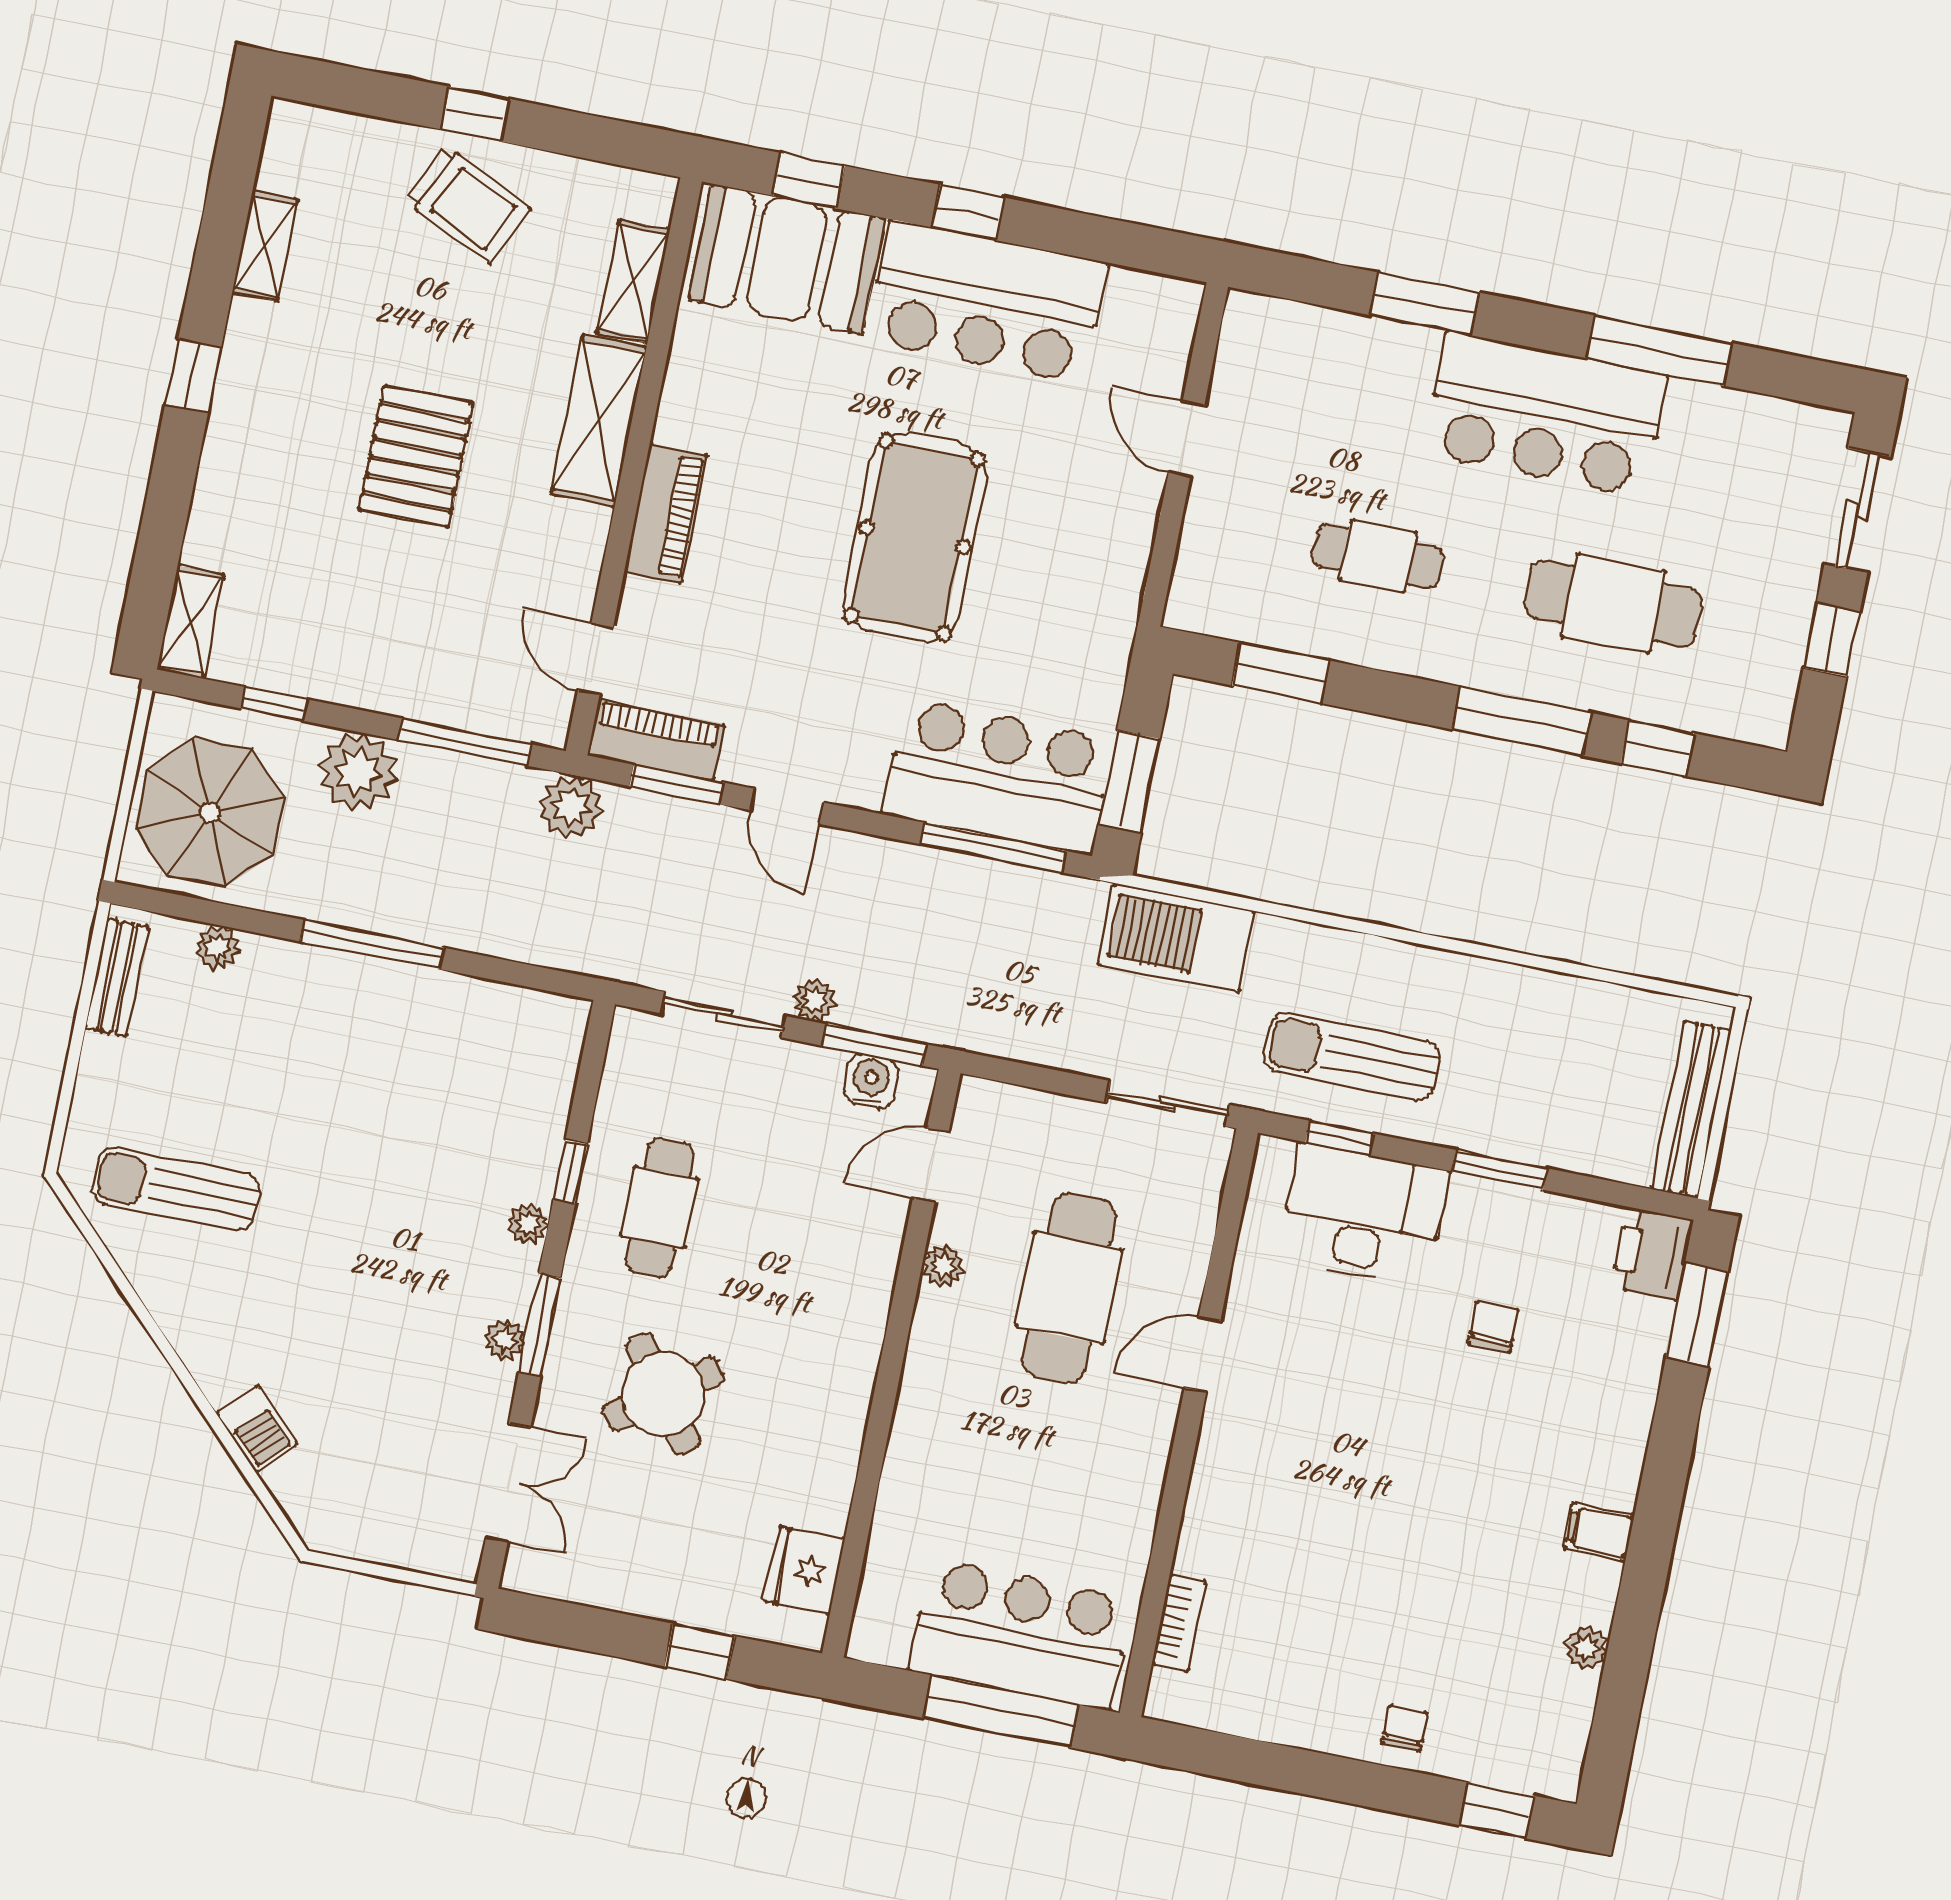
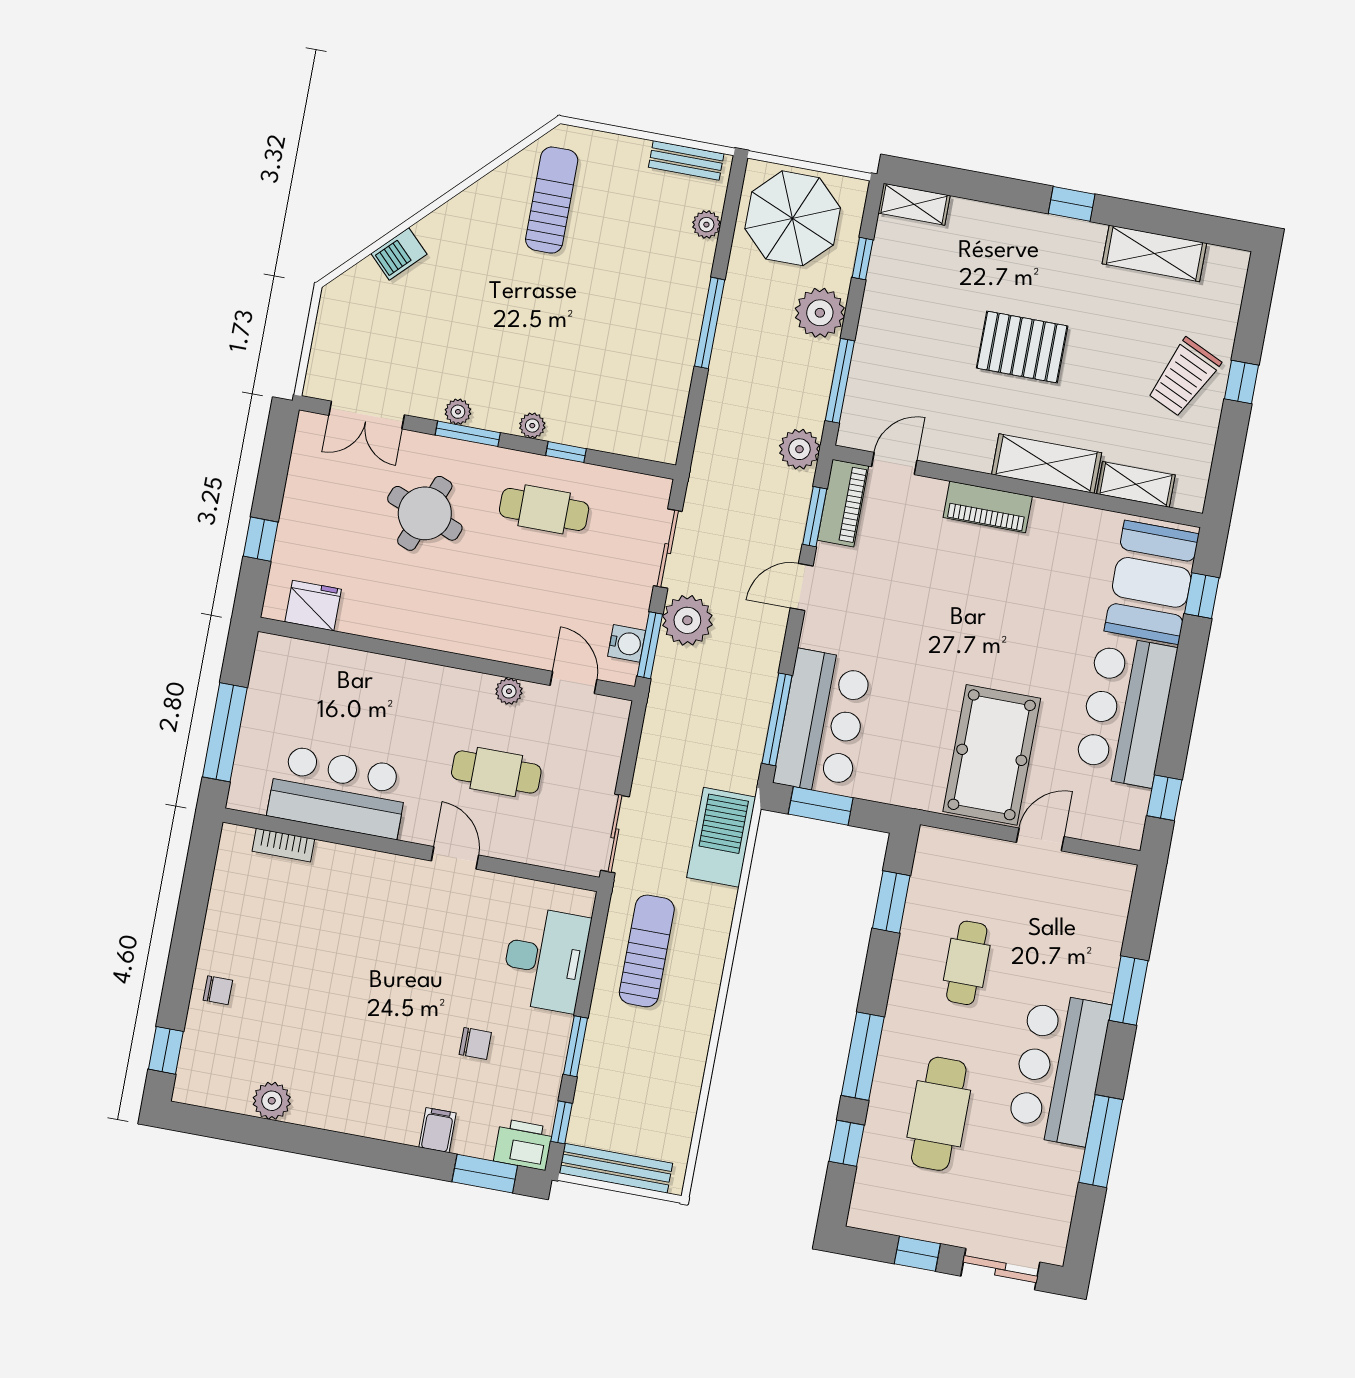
window: (968, 213) -> (1164, 798), moved
shelving: (265, 246) -> (1154, 253), width x1.50, depth x1.33
pool table: (915, 537) -> (992, 755), moved, turned 90
plant: (814, 1000) -> (687, 620), width x1.88, depth x1.88
window: (1339, 1138) -> (561, 1122), moved
cafe table: (1069, 1288) -> (496, 772), width x0.73, depth x0.74
round table: (663, 1394) -> (425, 513), turned -33
filing cabinet: (1599, 1532) -> (438, 1130), moved
bar counter: (1021, 1635) -> (338, 792), moved, turned -90
plant: (1586, 1648) -> (272, 1101), width x1.38, depth x1.38

